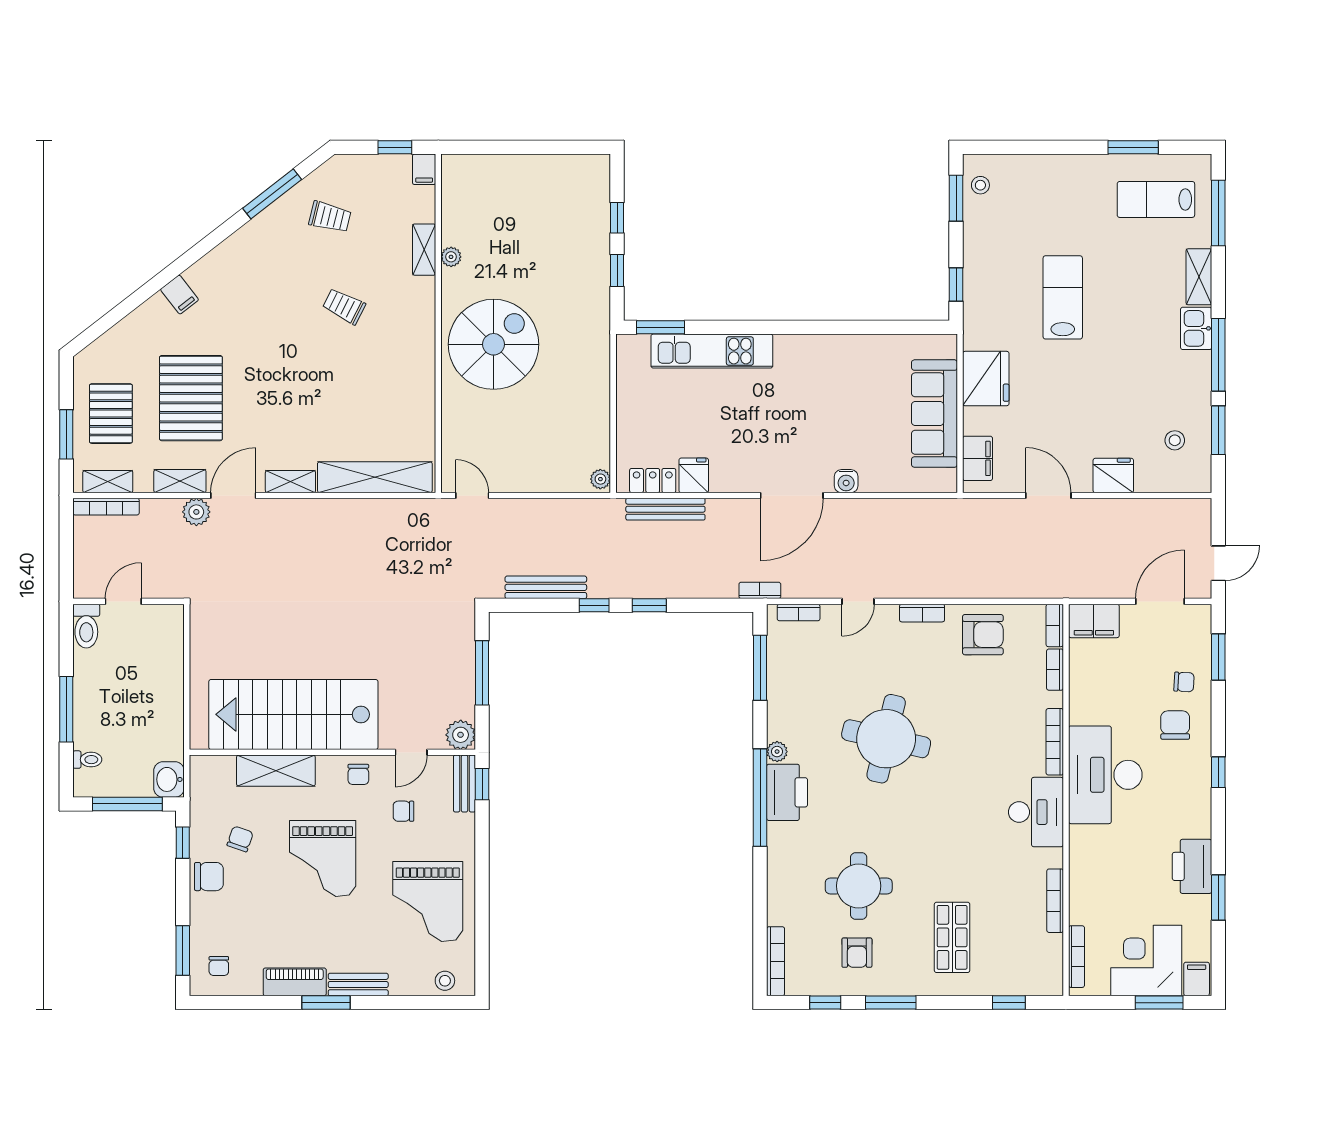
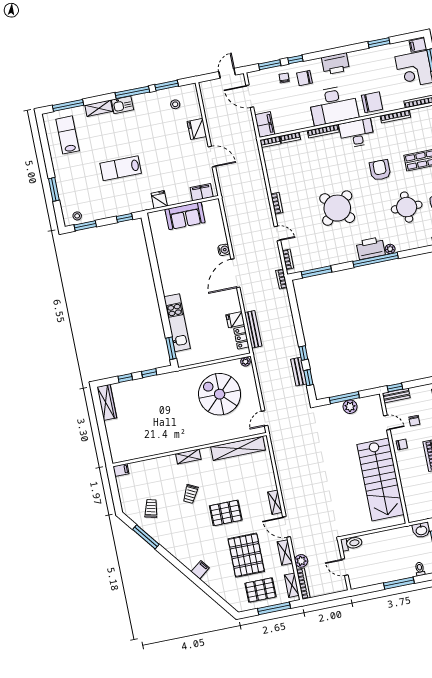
window: (395, 147) -> (114, 485), removed
window: (1133, 147) -> (54, 189), moved
wardrobe: (573, 168) -> (107, 402), added
lab bench: (1156, 199) -> (68, 135), turned 180
shelving: (424, 250) -> (188, 456), moved
plant: (451, 257) -> (158, 450), removed
spiral stairs: (494, 344) -> (220, 394), moved
pallet: (289, 373) -> (226, 513), added
fridge: (986, 379) -> (159, 200), width x0.53, depth x0.75
pallet: (191, 398) -> (246, 555), turned 90
sofa: (934, 414) -> (185, 216), width x0.73
window: (66, 434) -> (274, 608), width x1.44
shelving: (375, 477) -> (238, 448), moved, turned 90
door: (792, 495) -> (235, 273), swing flipped
door: (1048, 495) -> (212, 157), swing flipped
plant: (196, 512) -> (301, 561), moved
door: (1218, 563) -> (227, 73), hinge flipped
bench: (546, 587) -> (299, 372), width x0.73
window: (649, 605) -> (308, 378), moved
toilet: (86, 626) -> (352, 543), moved
armchair: (983, 635) -> (380, 170), moved
plant: (461, 735) -> (350, 407), moved
round table: (886, 739) -> (337, 208), turned 36
plant: (777, 752) -> (390, 249), moved
shelving: (276, 771) -> (408, 482), removed
window: (1218, 772) -> (295, 60), moved
chair: (1095, 858) -> (372, 102), added
printer: (1192, 866) -> (336, 64), moved

